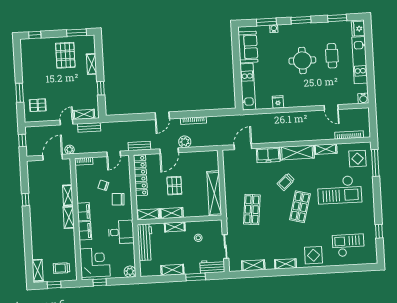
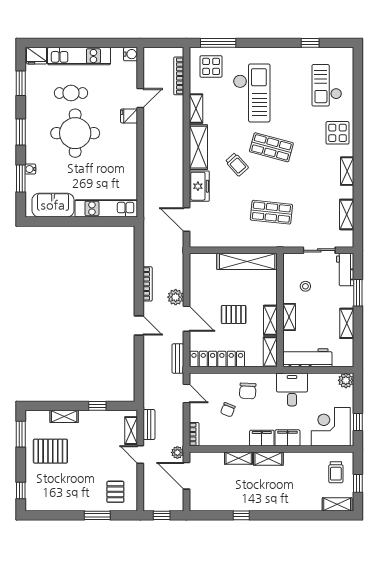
round table: (302, 60) -> (75, 133), width x1.36, depth x1.36
fridge: (278, 102) -> (129, 116), moved

